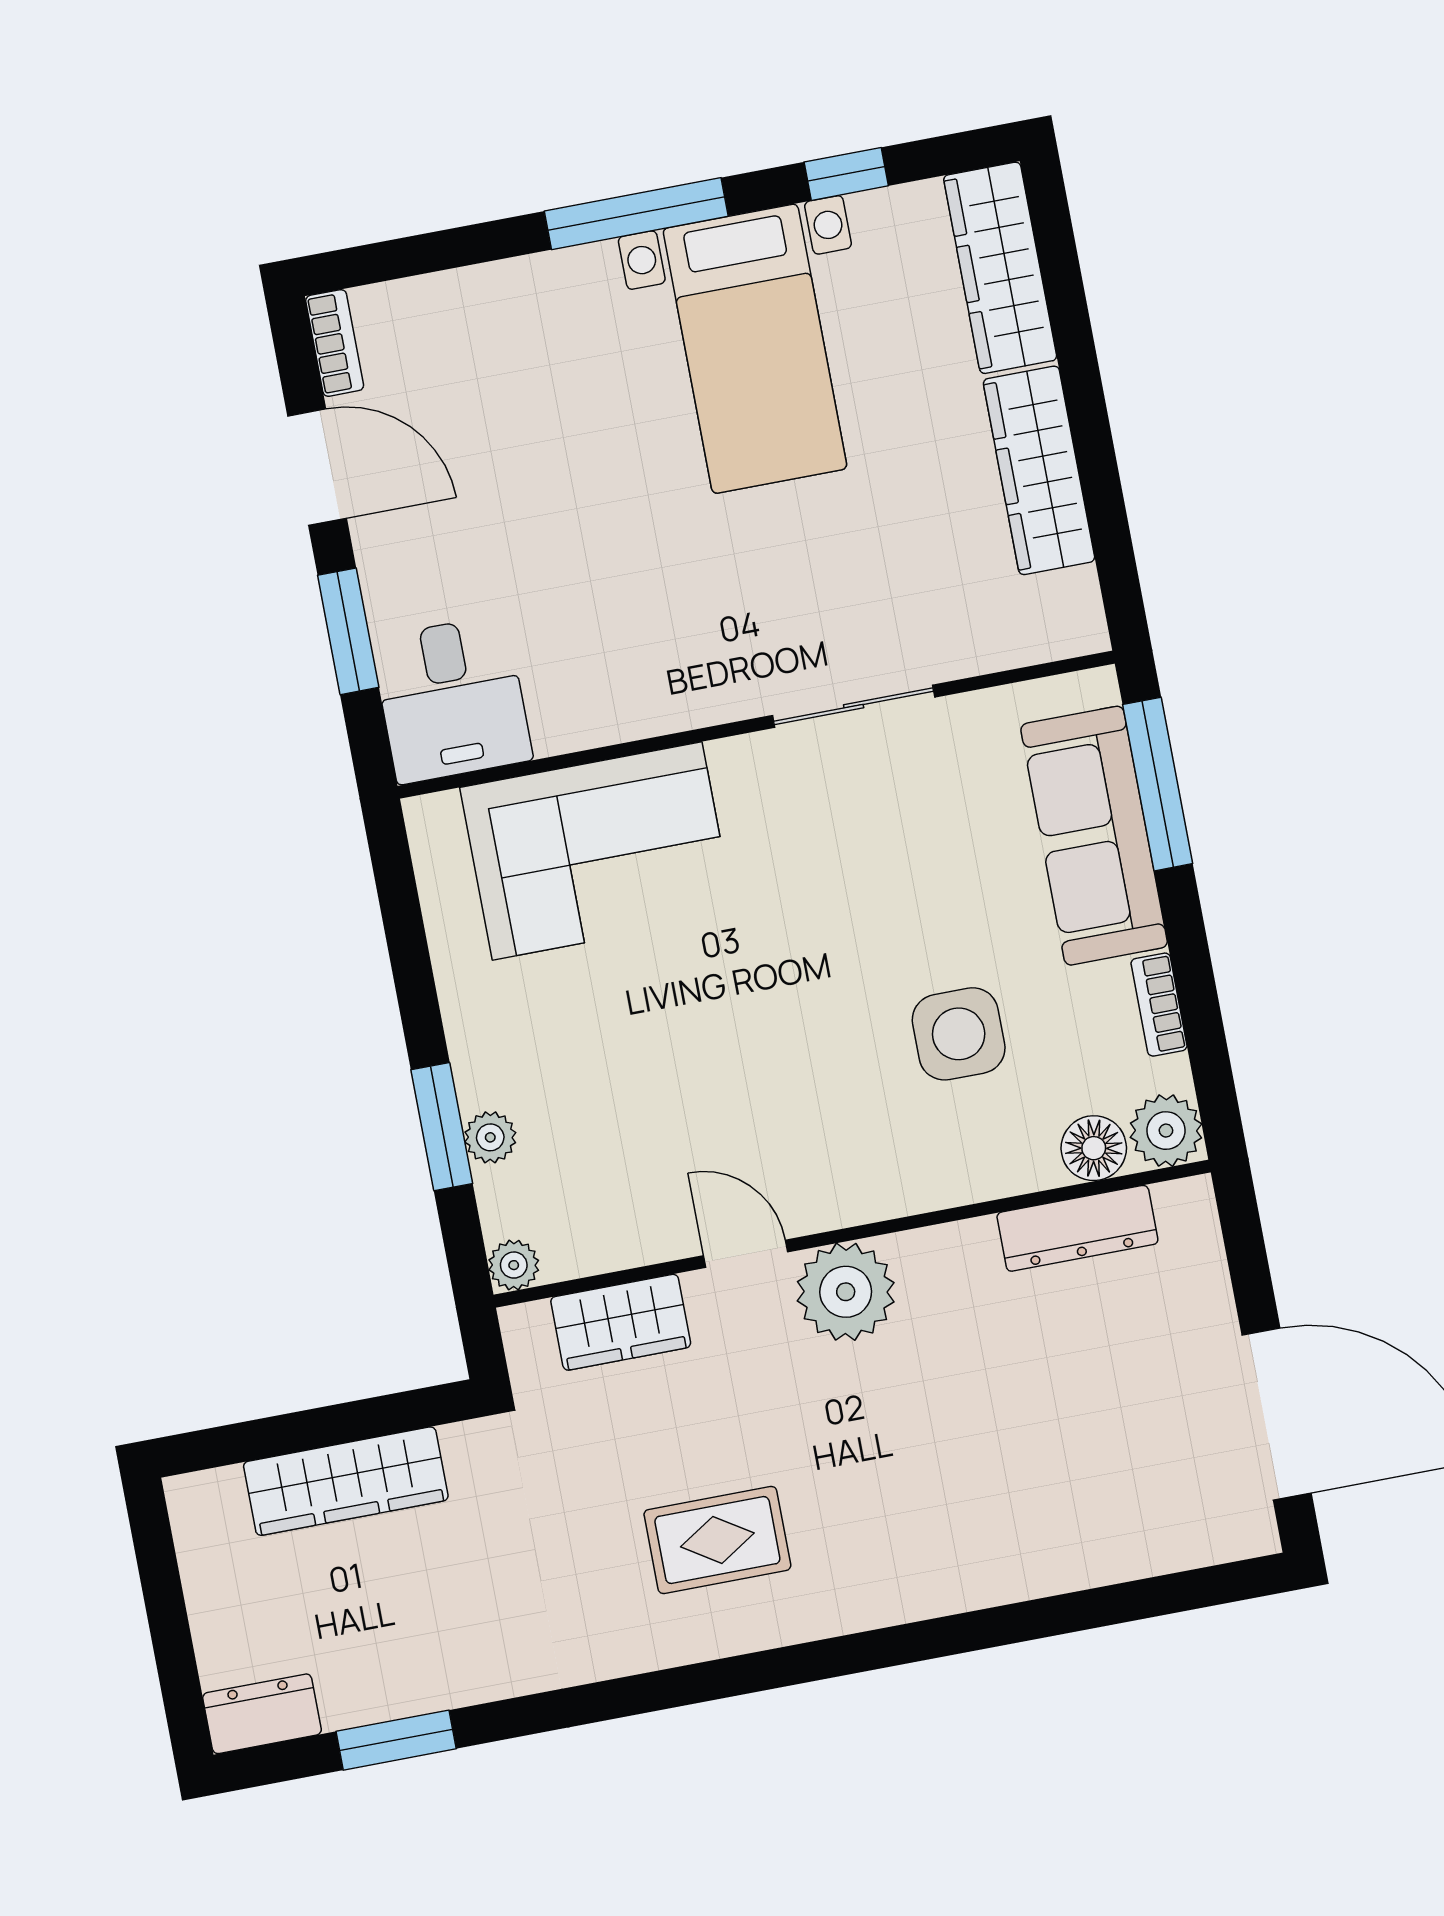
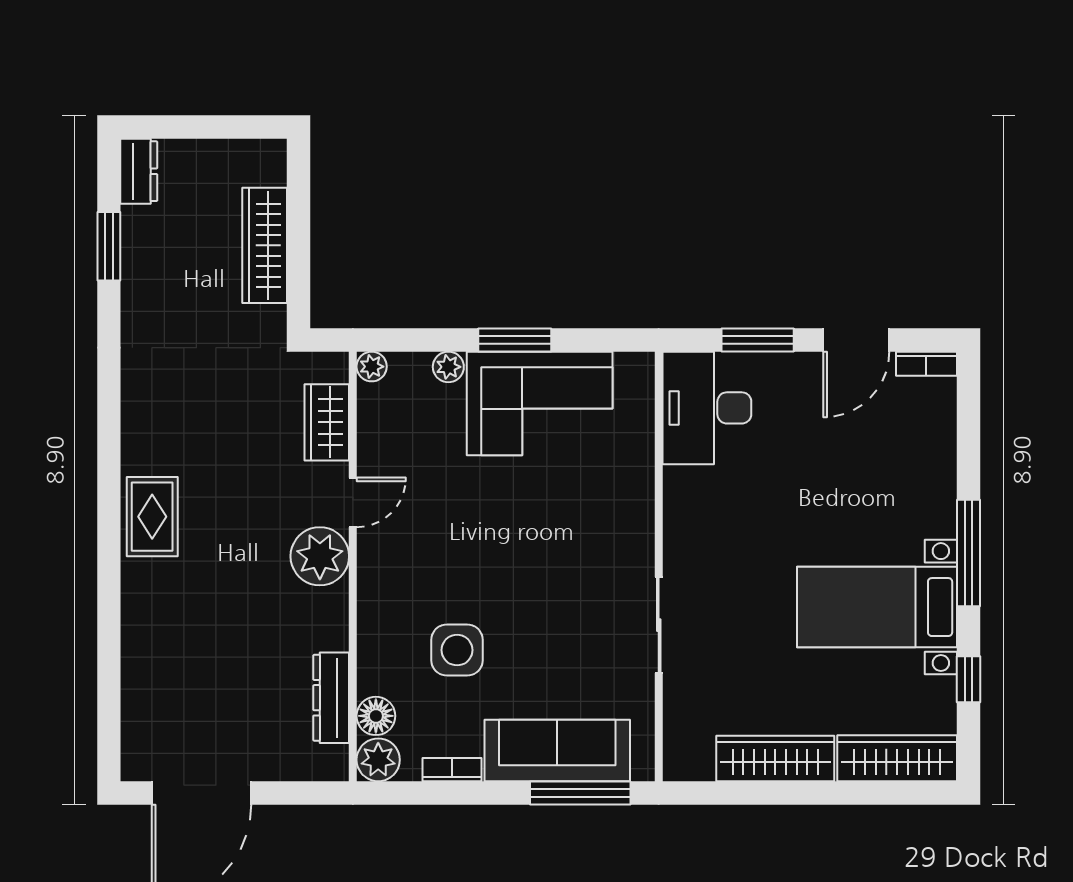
desk: (452, 699) -> (707, 408), width x1.37
corner sofa: (597, 851) -> (540, 404), moved, turned -90
window: (442, 1127) -> (515, 340), moved
rug: (717, 1540) -> (152, 517), moved

